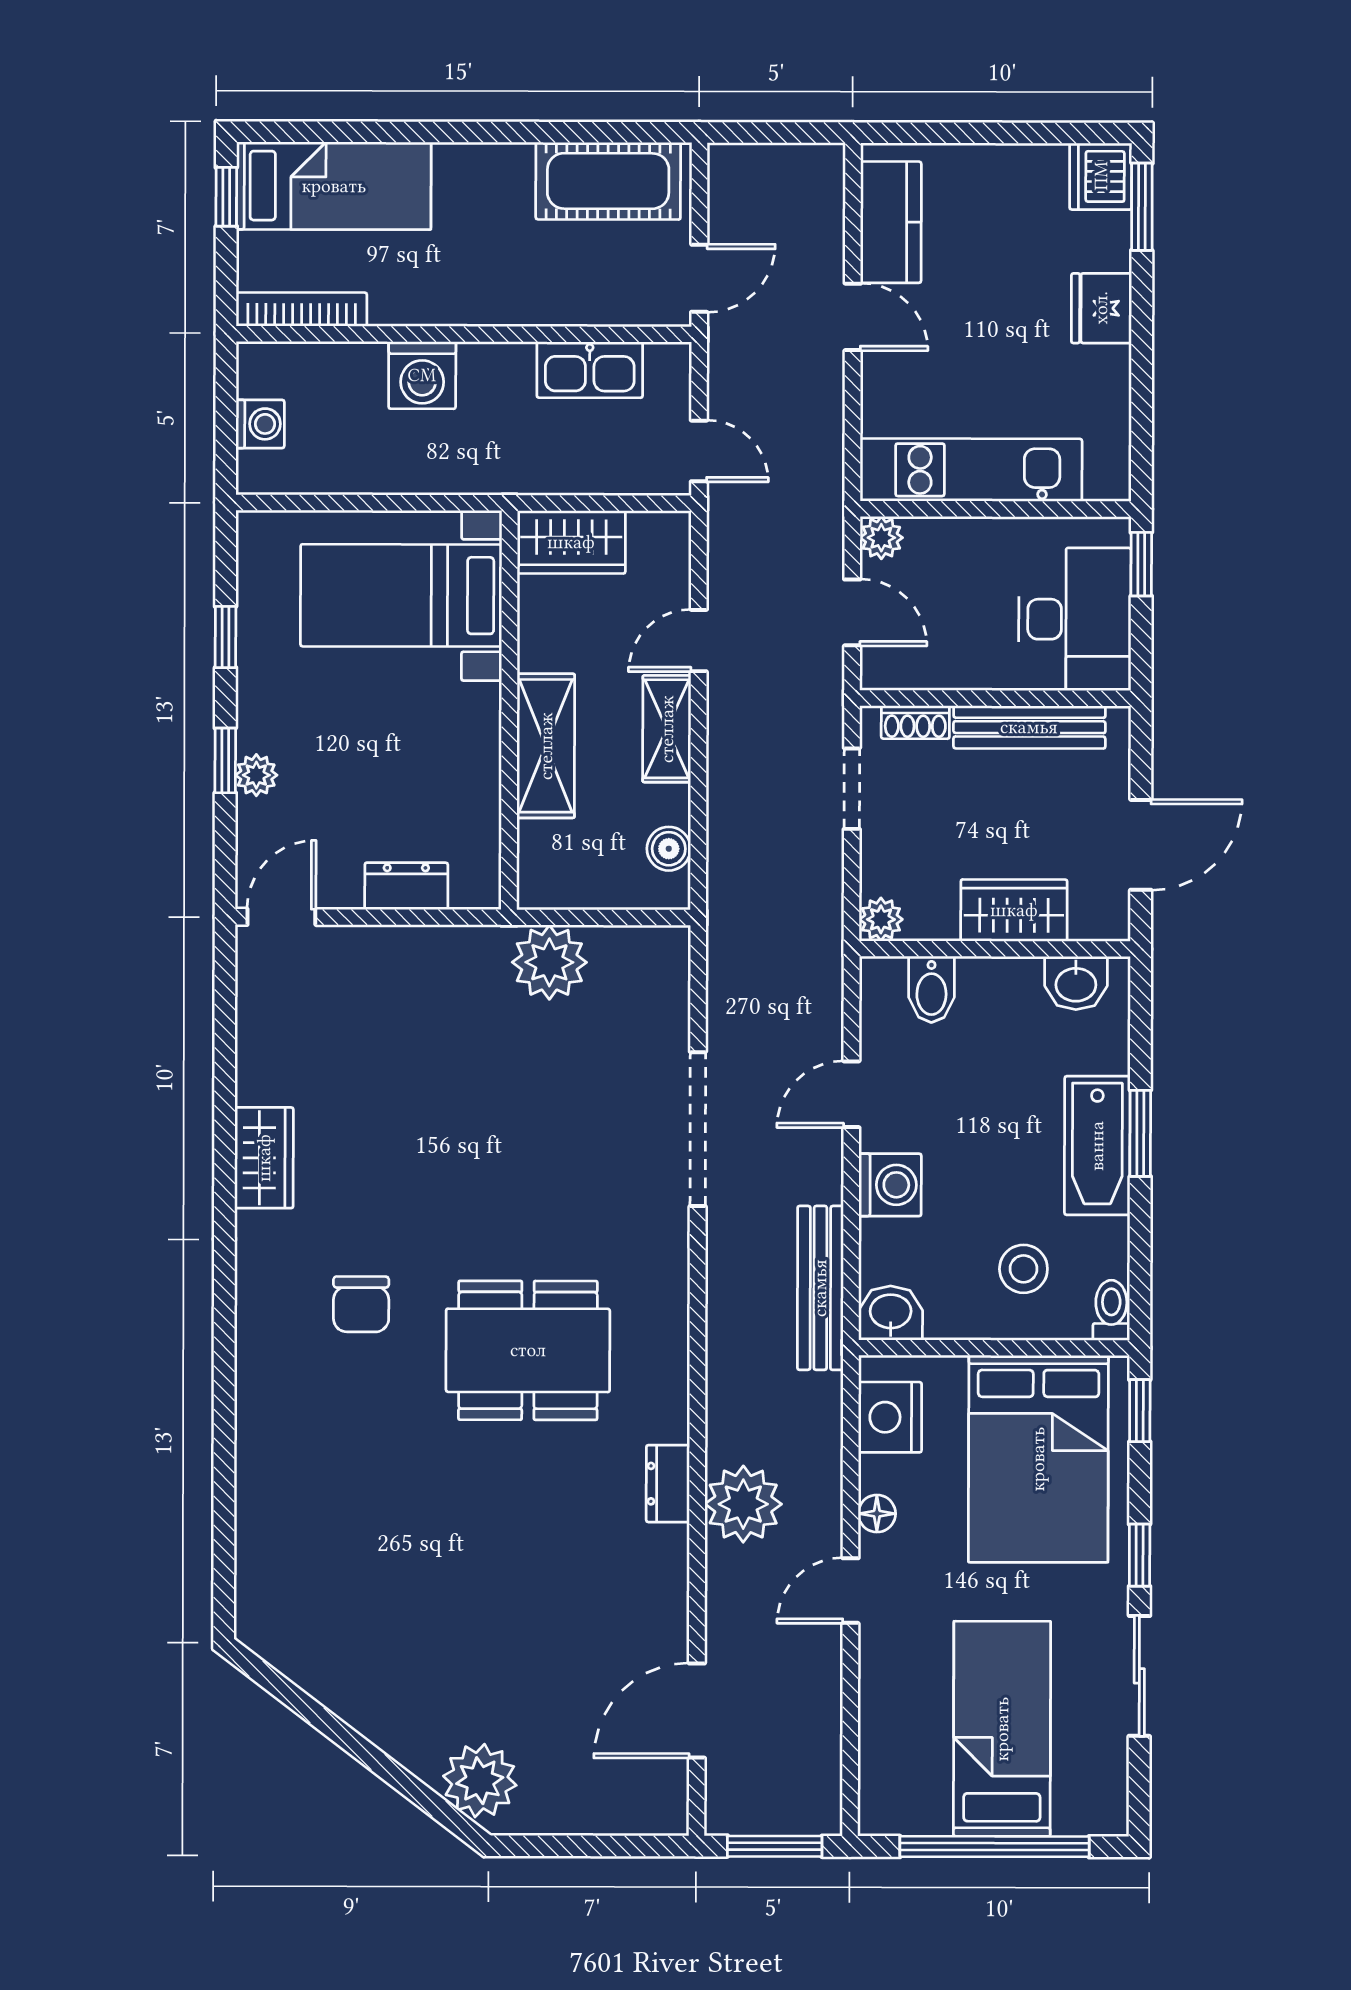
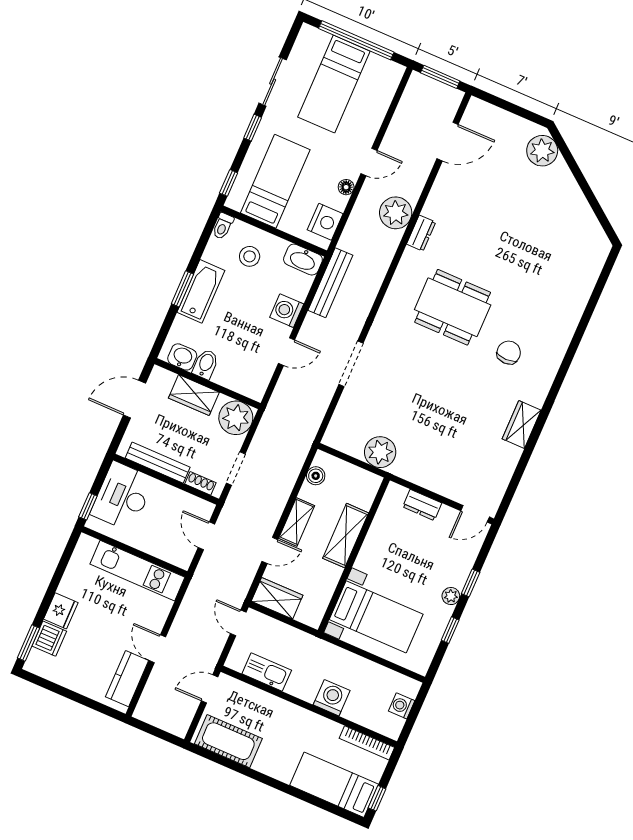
dishwasher: (1101, 176) -> (49, 639), moved
plant: (881, 538) -> (183, 560), removed
wardrobe: (571, 542) -> (277, 598), moved
plant: (256, 775) -> (451, 596), moved
plant: (881, 919) -> (236, 418), width x1.88, depth x1.88
bidet: (931, 989) -> (206, 364), moved
doorway: (698, 1129) -> (351, 364), width x0.73
washbasin: (891, 1313) -> (303, 260), width x1.38
bed: (1038, 1459) -> (275, 181), width x0.67

